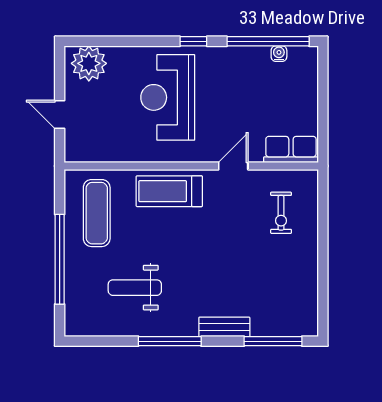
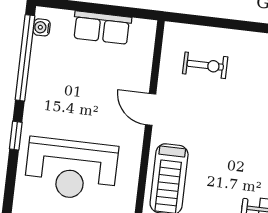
water cooler: (279, 54) -> (42, 27), moved
row of seats: (291, 149) -> (102, 28), moved, turned -90

